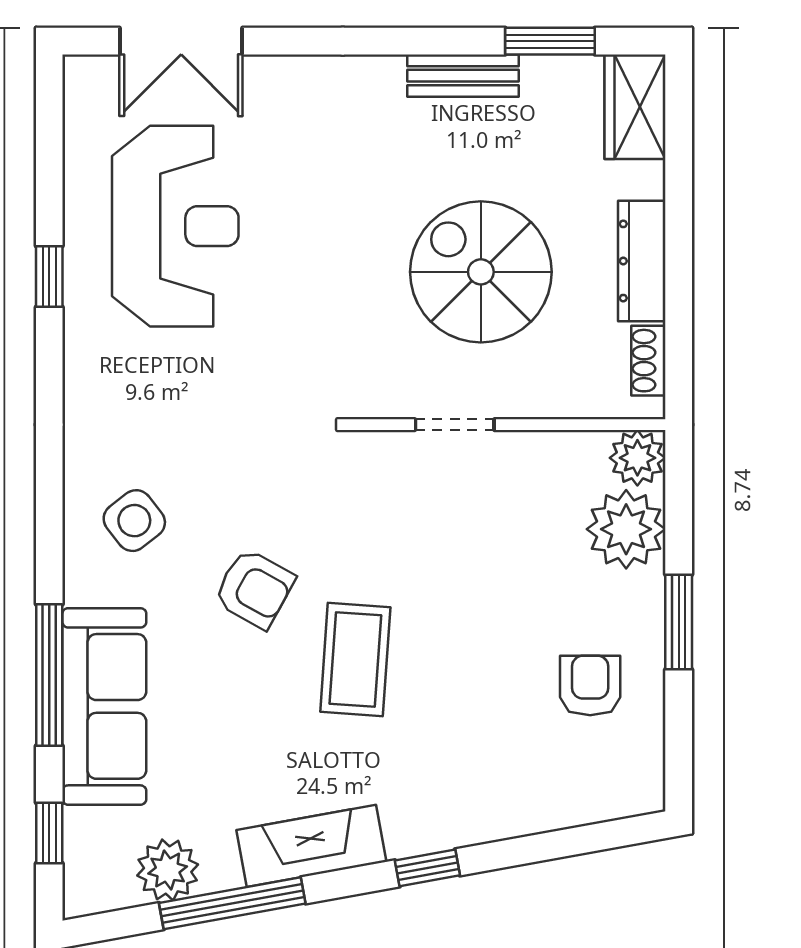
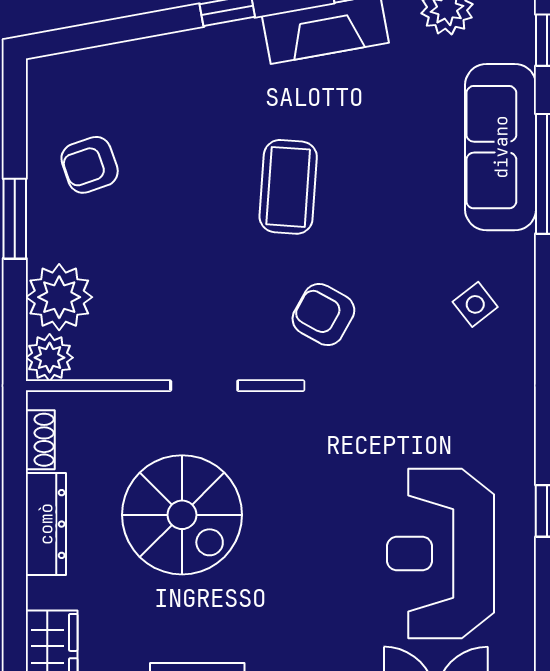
side table: (134, 521) -> (475, 304), width x0.73, depth x0.73
armchair: (254, 589) -> (323, 315), moved
armchair: (590, 686) -> (90, 165), turned 71

